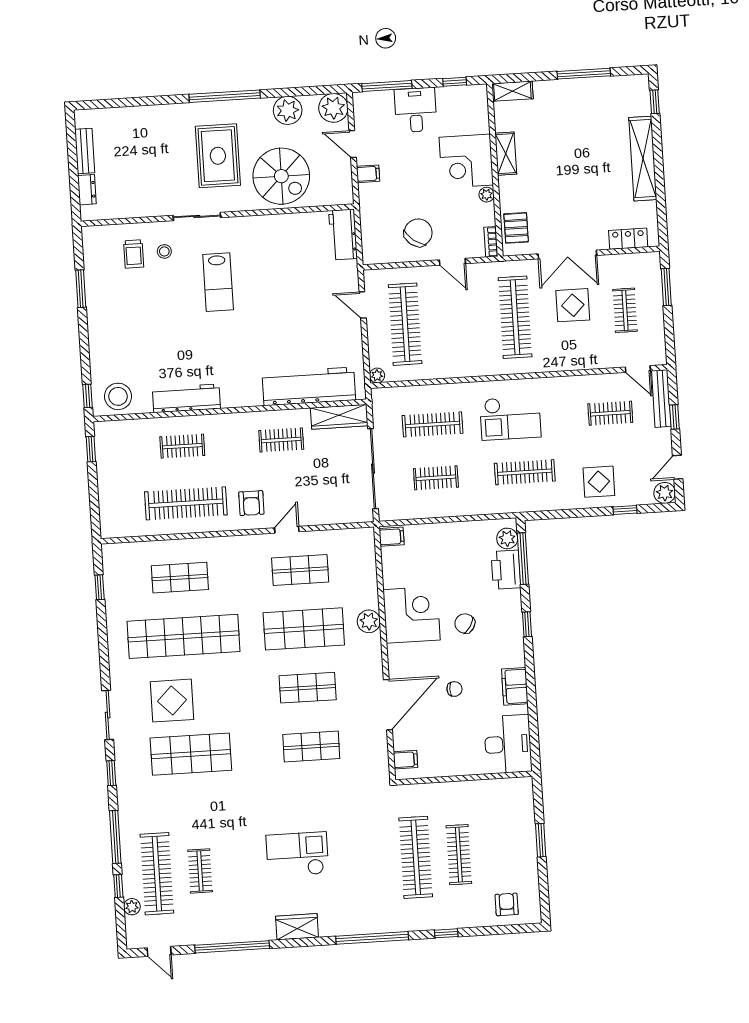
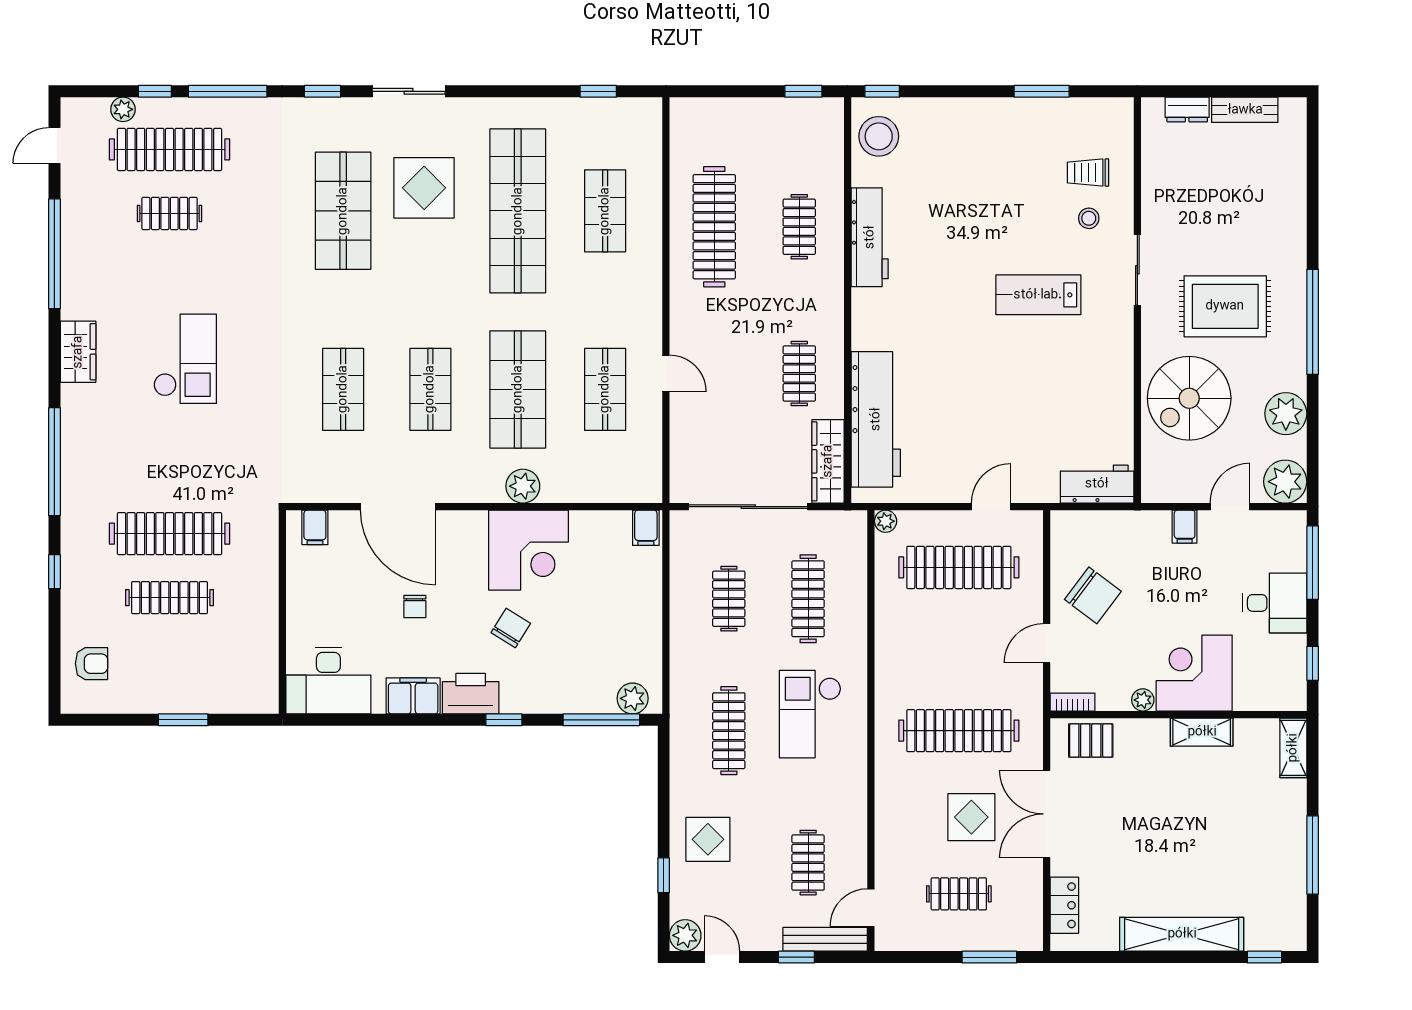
armchair: (251, 503) -> (709, 324), removed
printer: (506, 570) -> (471, 694), moved

